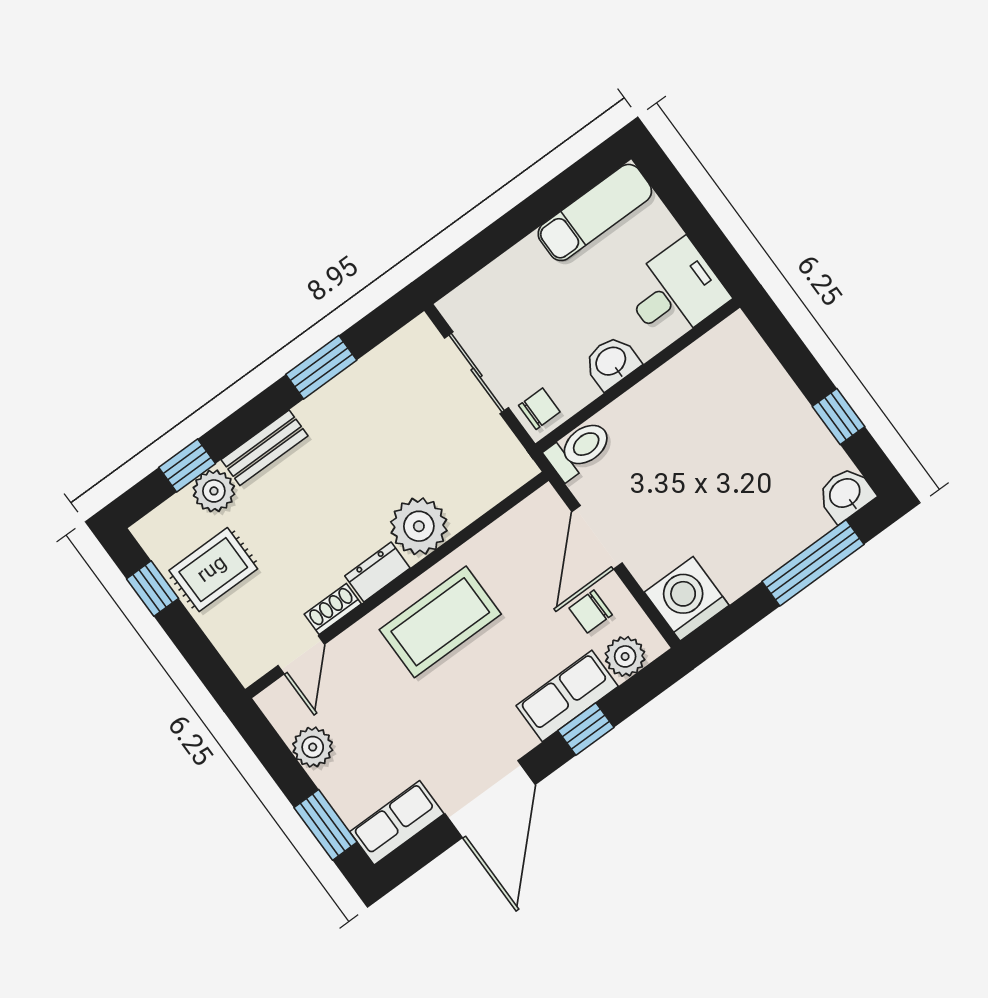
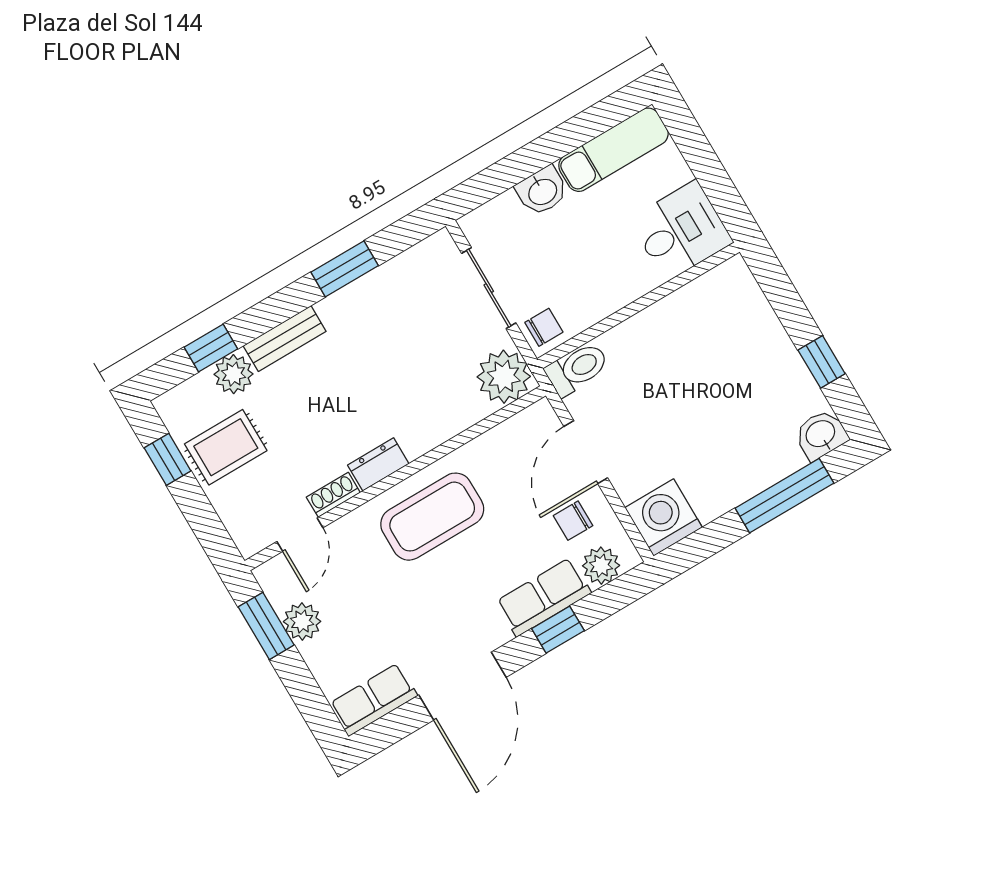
washbasin: (611, 362) -> (542, 191), moved, turned 180
plant: (419, 526) -> (504, 377), moved
window: (326, 825) -> (266, 626), moved

